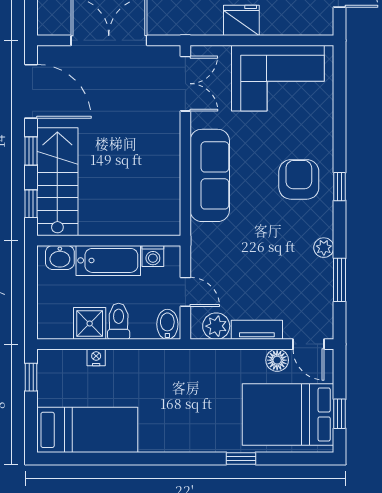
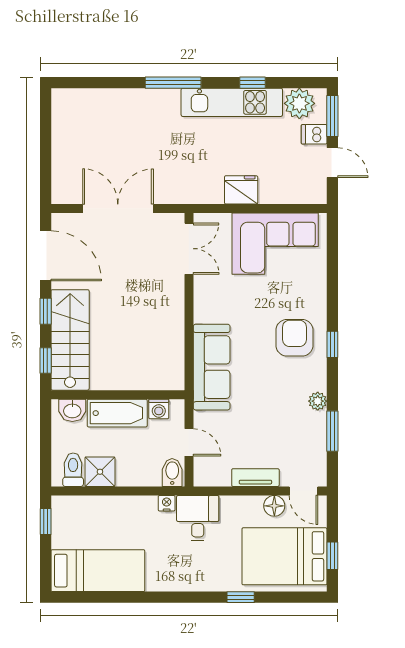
sofa: (210, 175) -> (212, 367), moved
toilet: (119, 321) -> (73, 470), moved
plant: (216, 326) -> (218, 474), removed
nightstand: (96, 357) -> (167, 503), moved
desk: (195, 373) -> (198, 518), added

